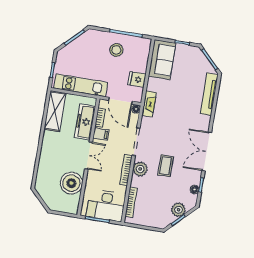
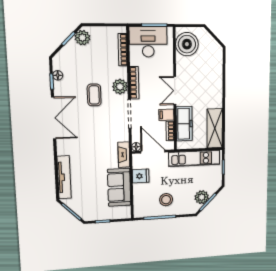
plant: (80, 44) -> (202, 197), added
sofa: (162, 60) -> (119, 187), moved
boiler: (71, 183) -> (187, 44), moved
plant: (178, 210) -> (82, 38), moved

